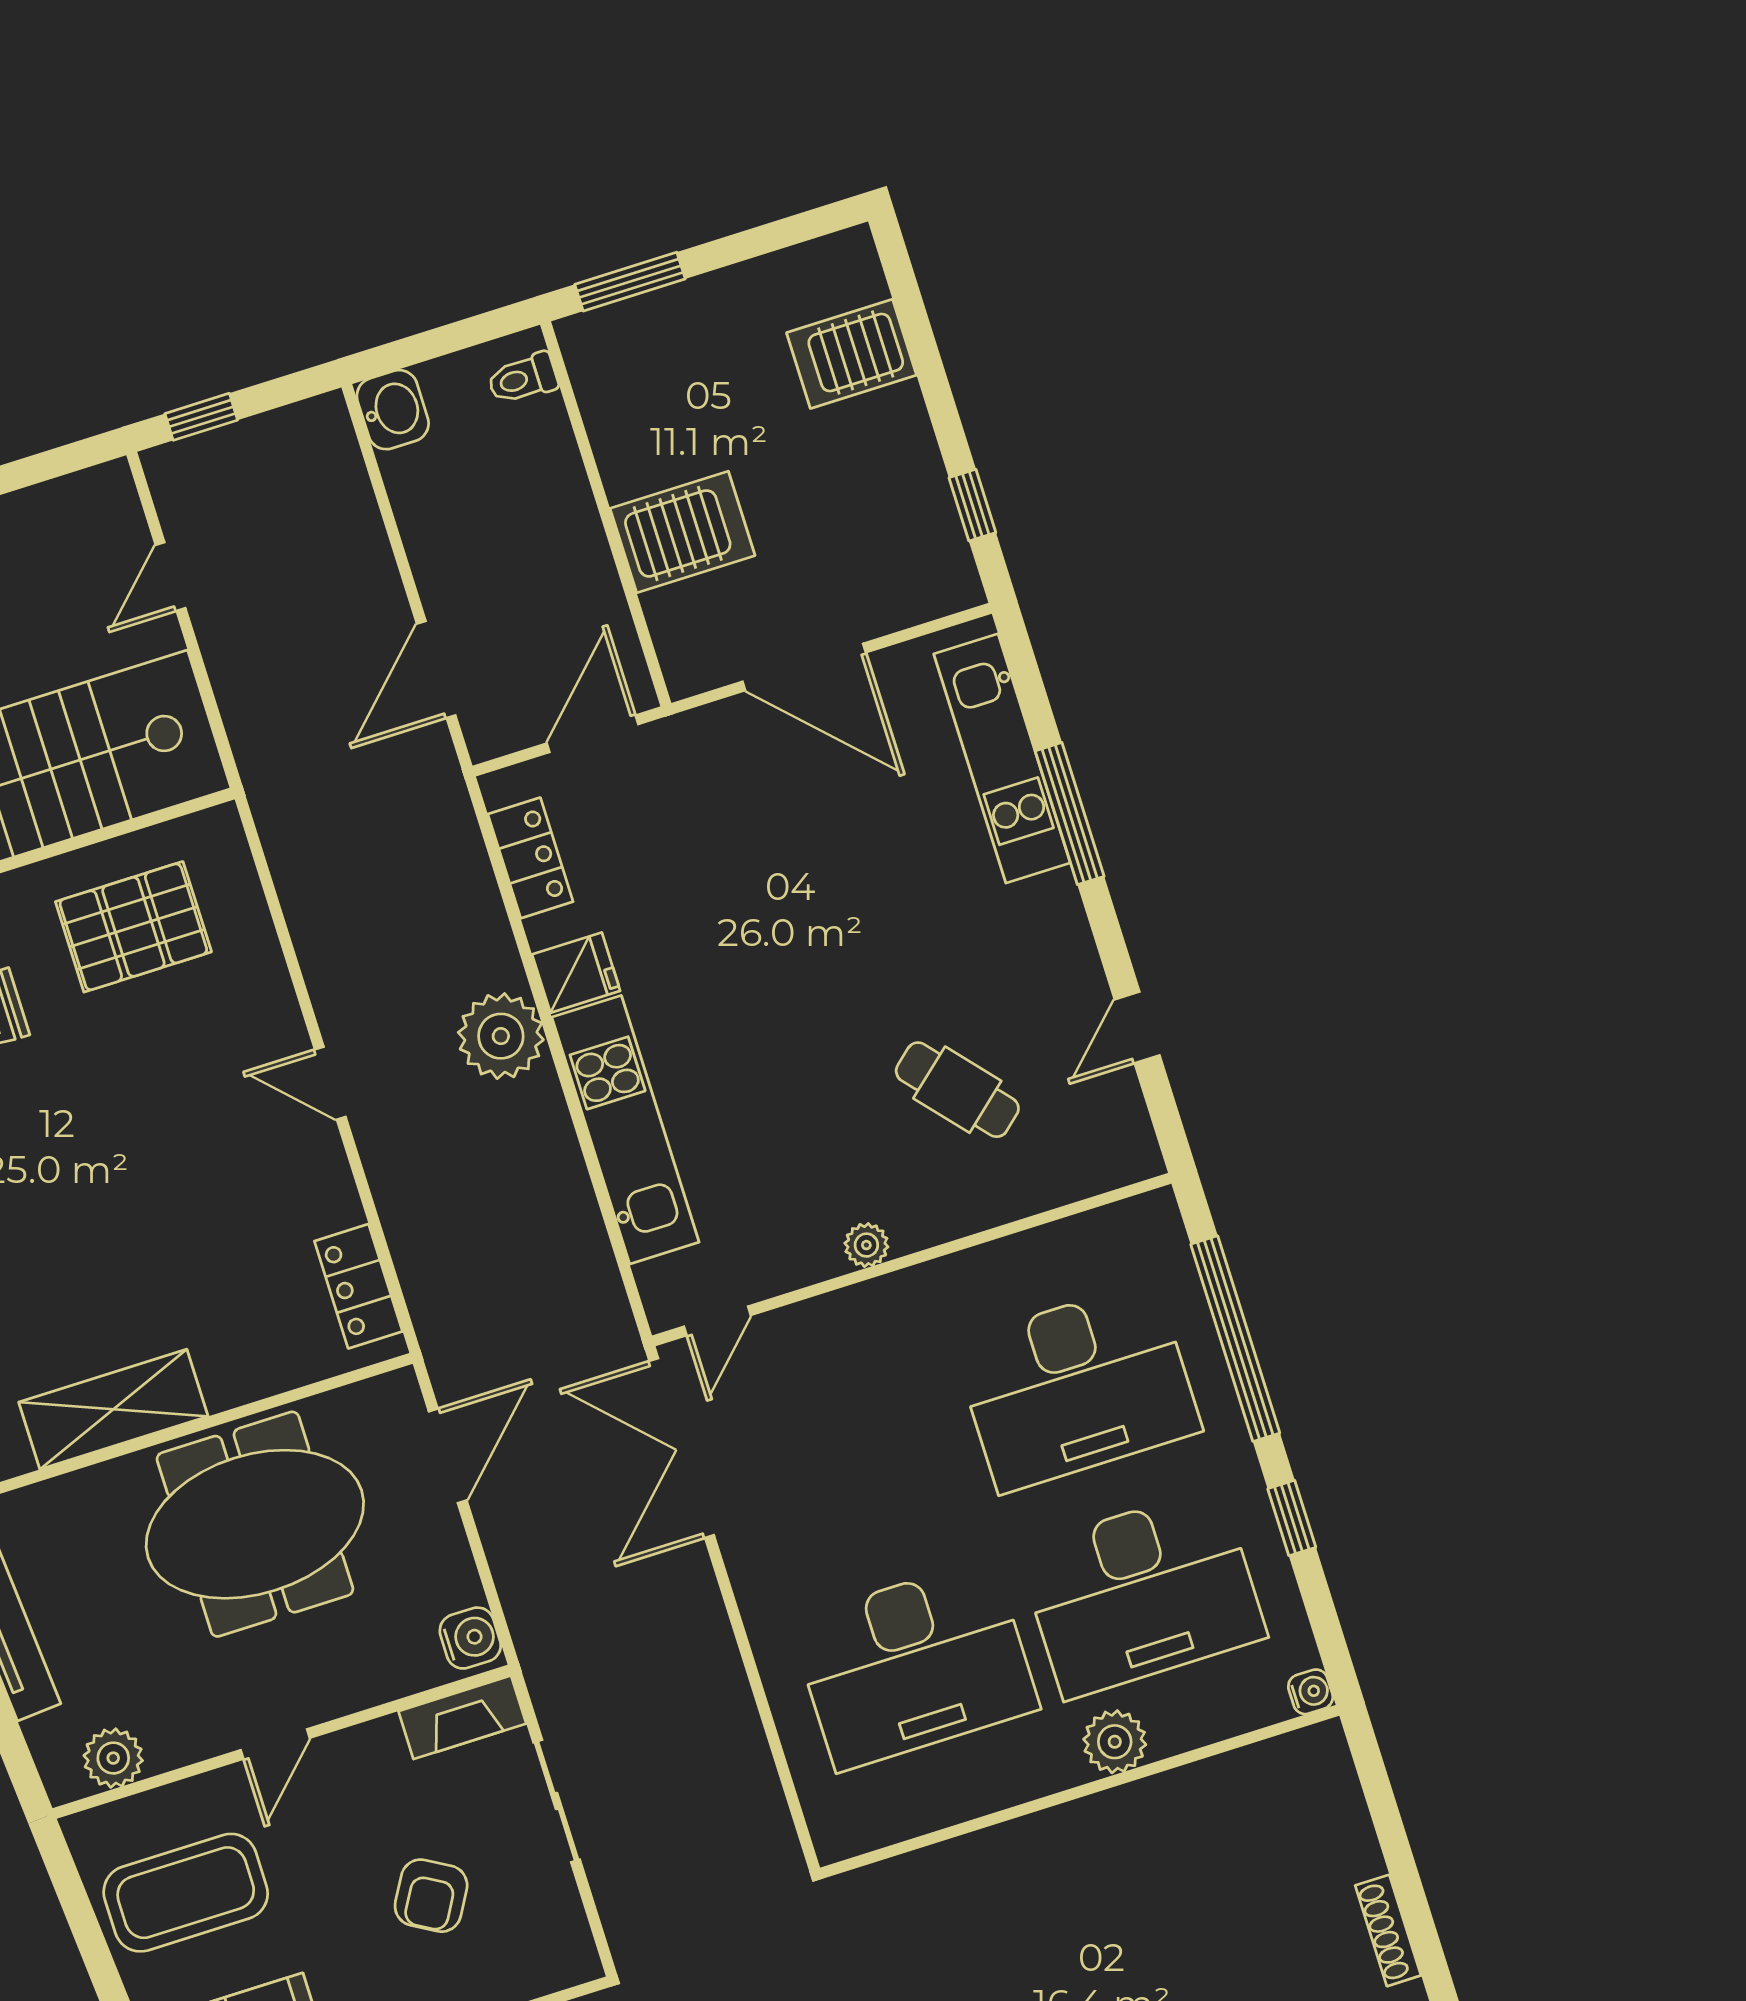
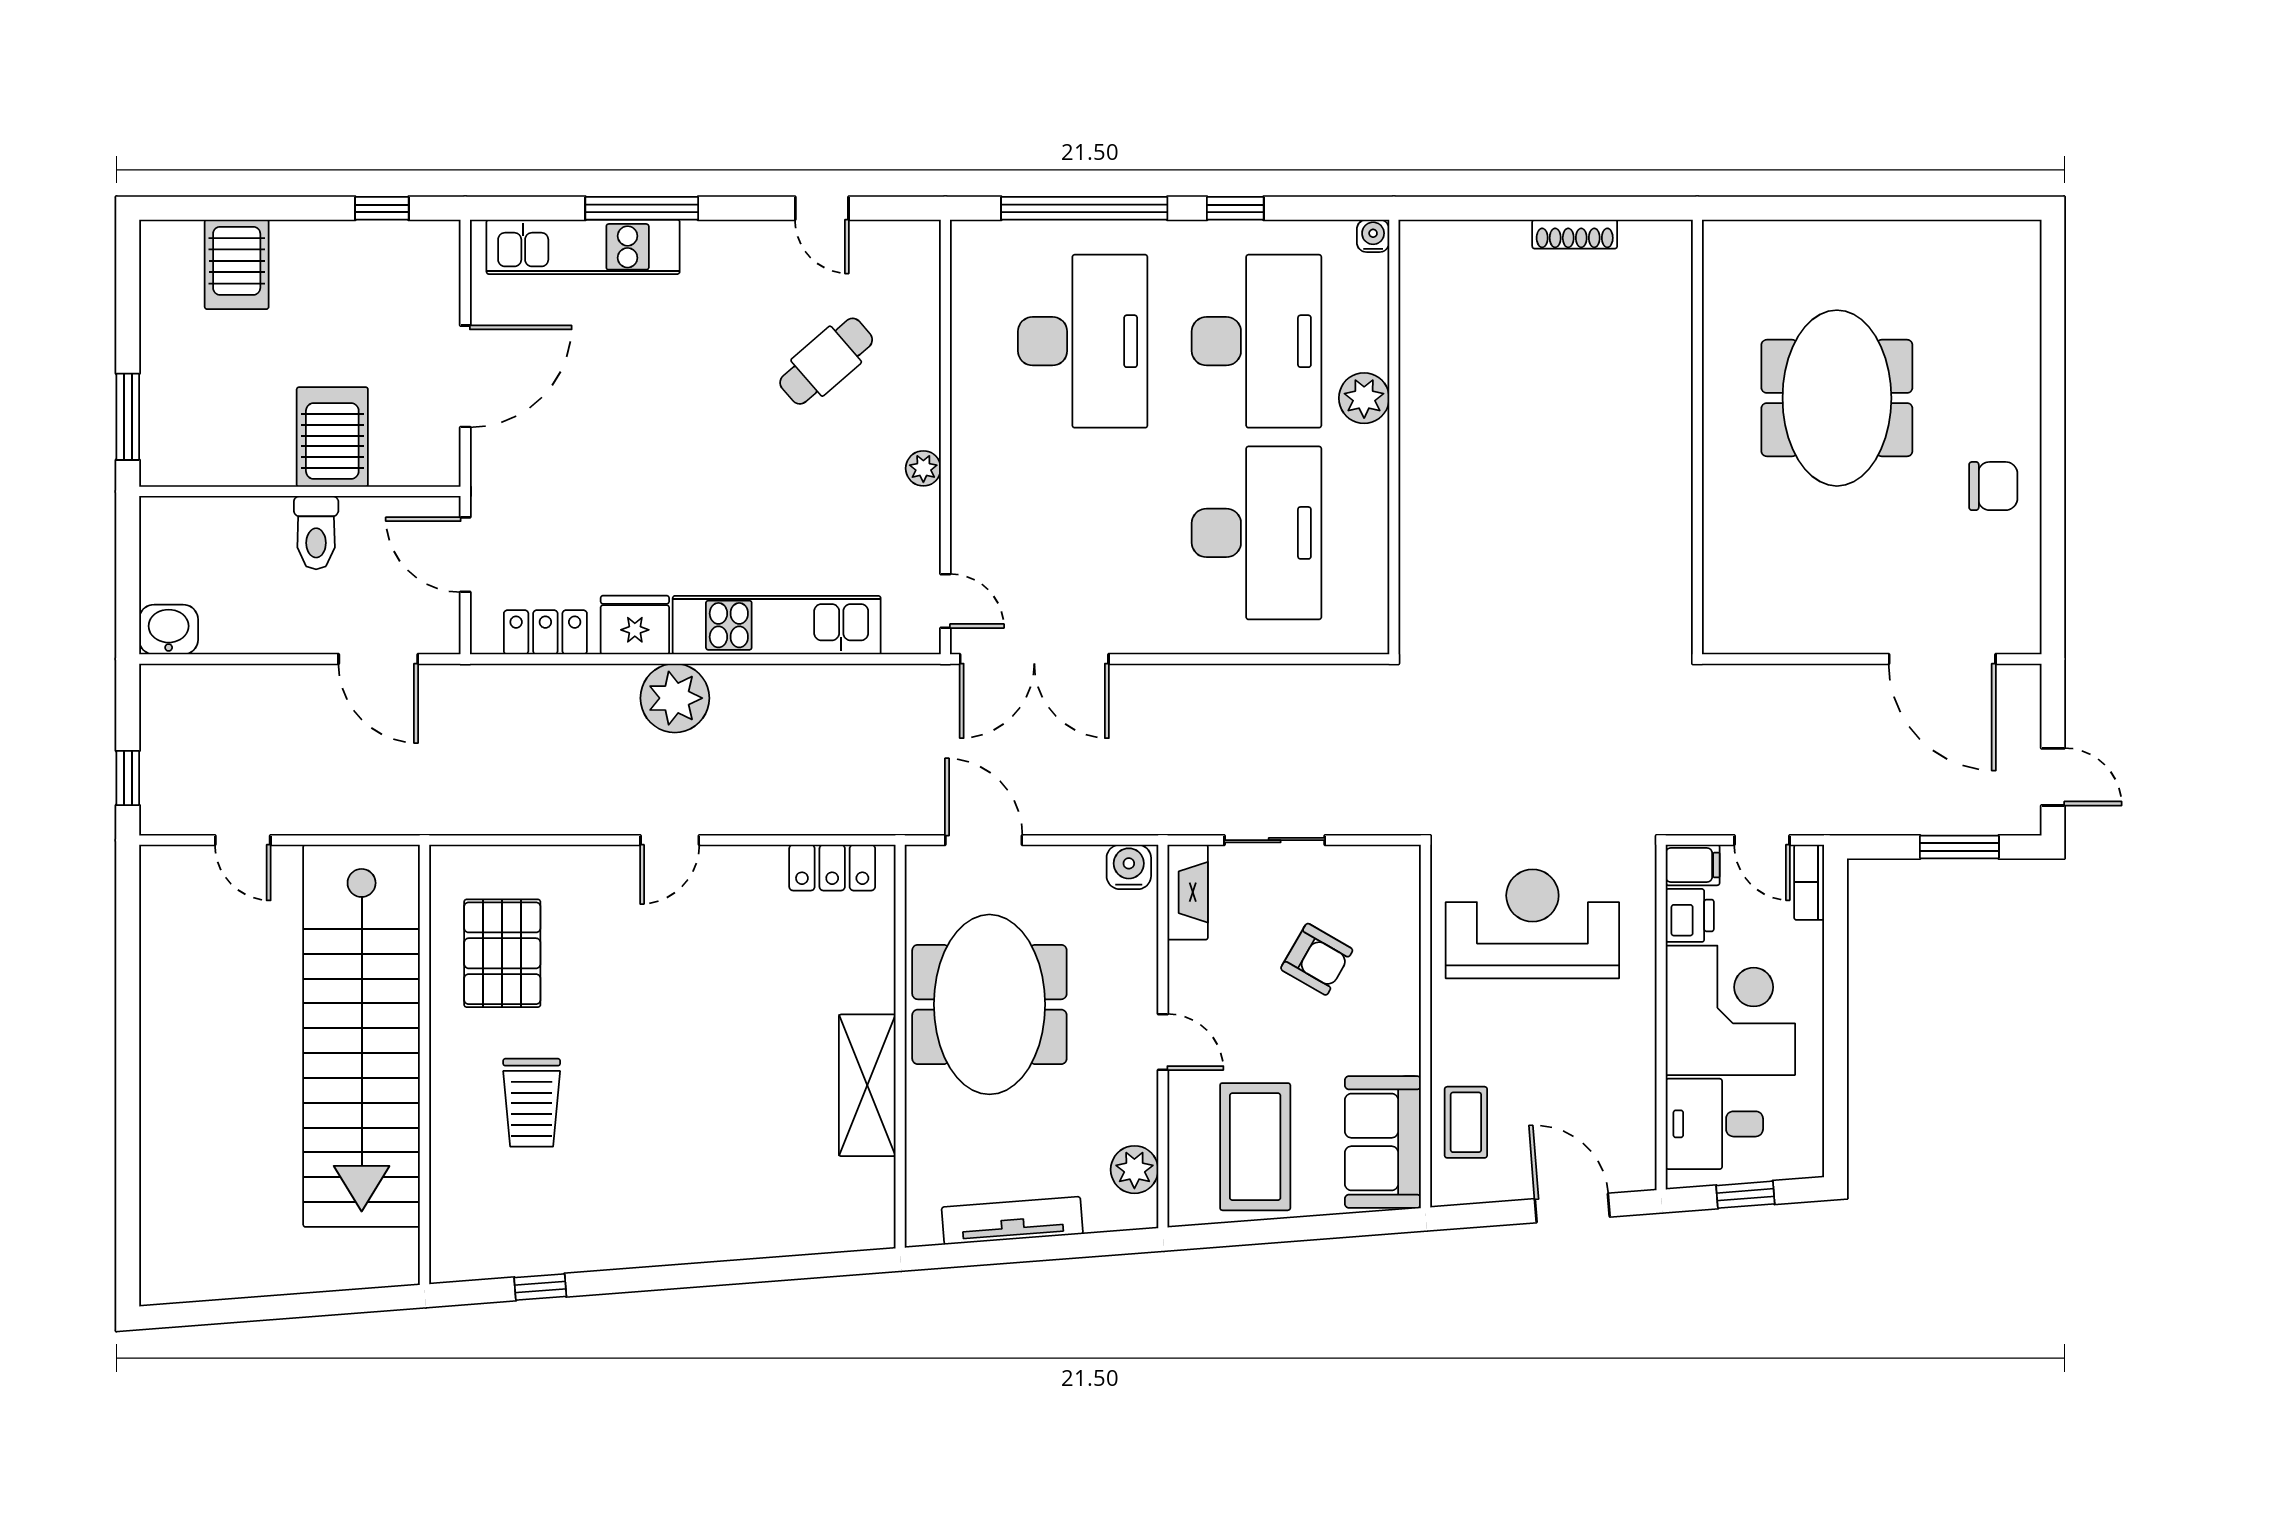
toilet: (523, 379) -> (316, 533), moved, width x1.37, depth x1.39
fridge: (576, 973) -> (635, 625), width x1.38

